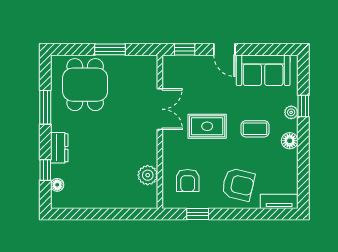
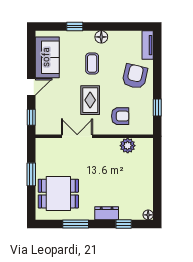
plant: (291, 112) -> (80, 36), removed
armchair: (188, 181) -> (120, 116), moved
floor lamp: (57, 185) -> (148, 215), moved

